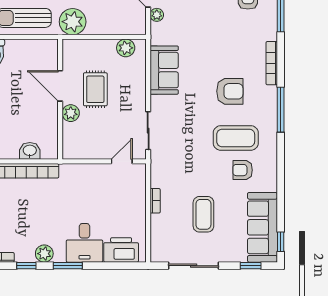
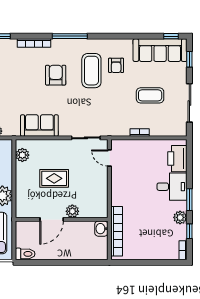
door: (60, 86) -> (52, 219), moved
wall: (60, 99) -> (62, 219), moved
plant: (71, 113) -> (72, 211), moved

